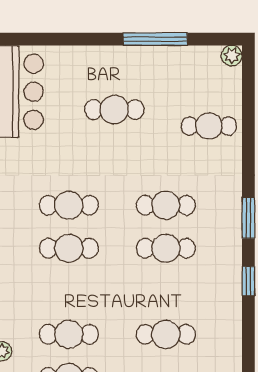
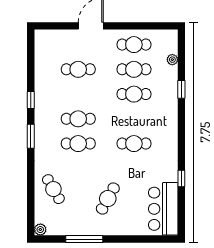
cafe table: (114, 110) -> (108, 199), turned -61
cafe table: (209, 126) -> (53, 189), turned 60
cafe table: (69, 248) -> (134, 94), moved

